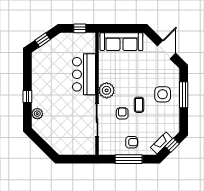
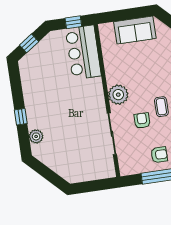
sofa: (121, 42) -> (135, 30), width x0.73
bar counter: (84, 74) -> (83, 52), moved

